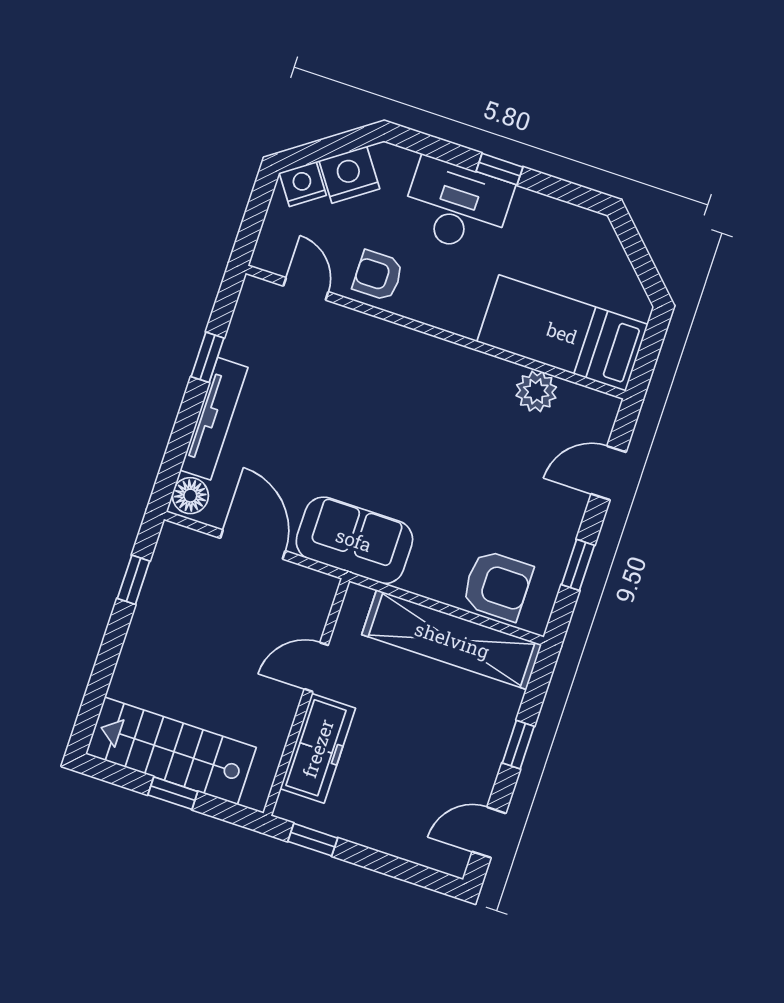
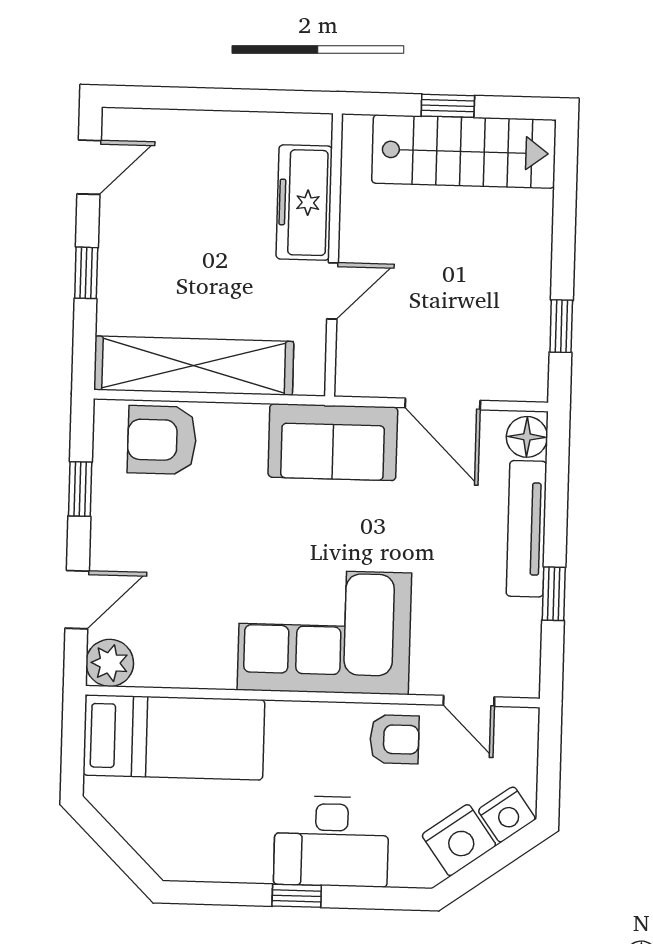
corner sofa: (409, 384) -> (324, 632), added
plant: (536, 391) -> (110, 663), moved
window: (313, 840) -> (280, 101), removed

